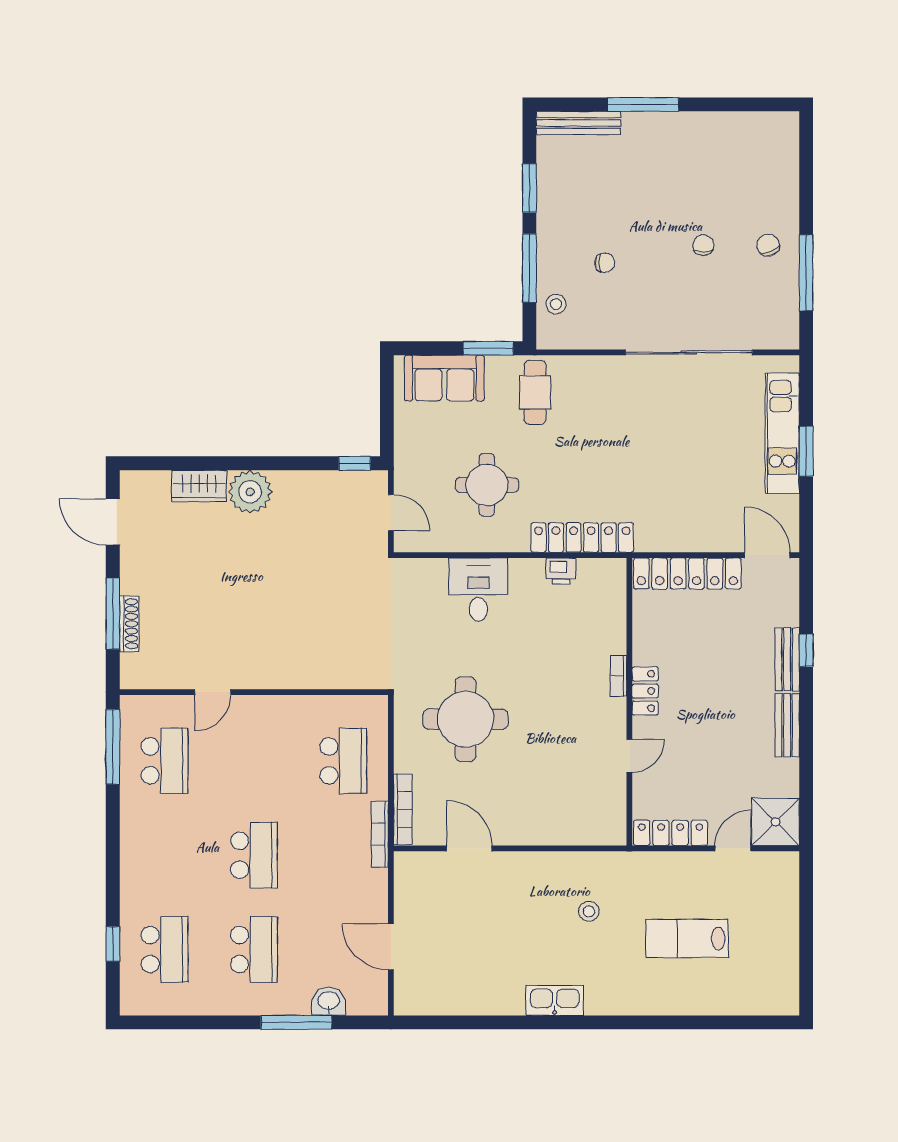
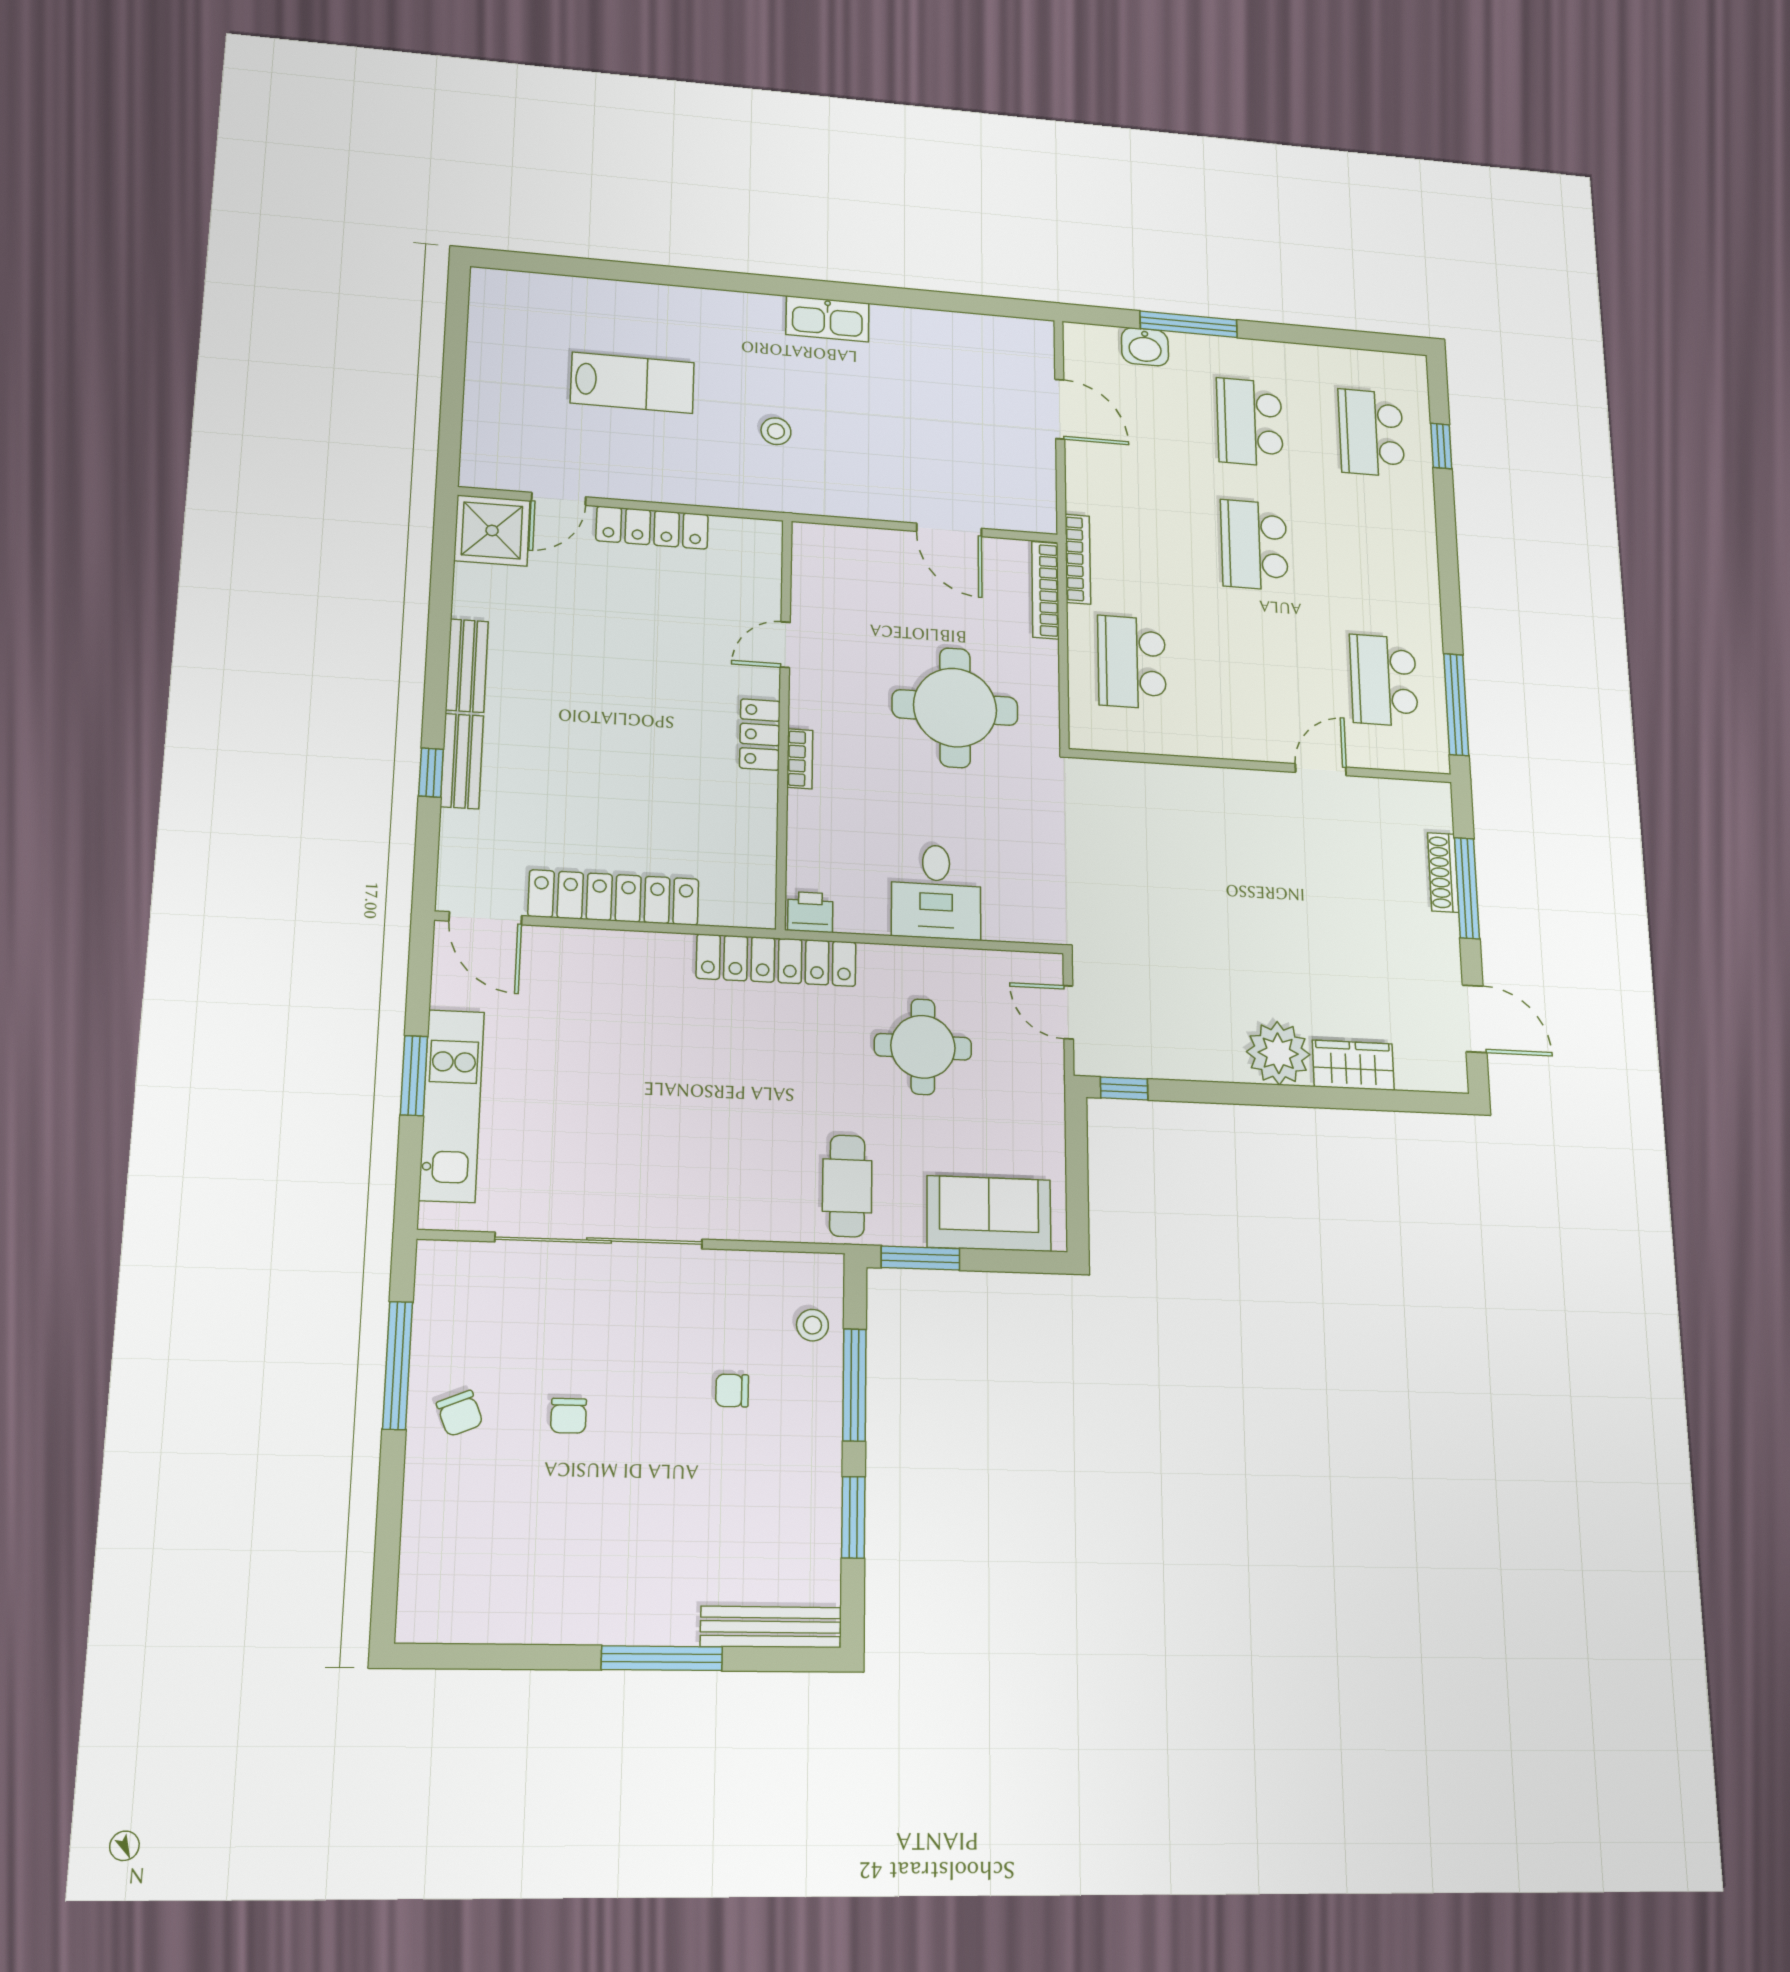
bookcase: (618, 676) -> (800, 759), moved
locker: (645, 691) -> (760, 734), moved
wall: (629, 702) -> (784, 721), moved
door: (629, 756) -> (785, 645), moved

